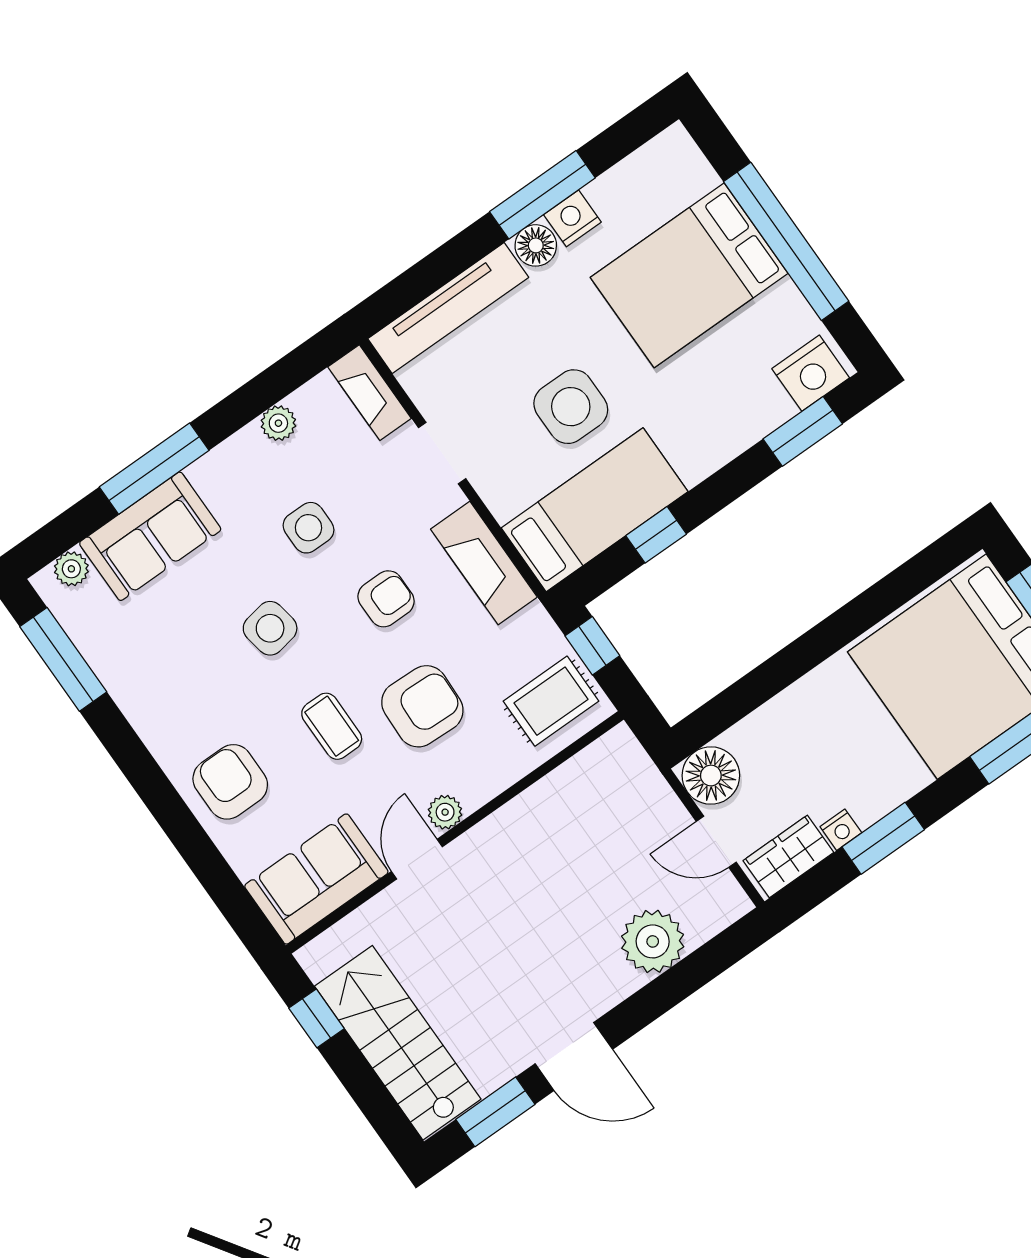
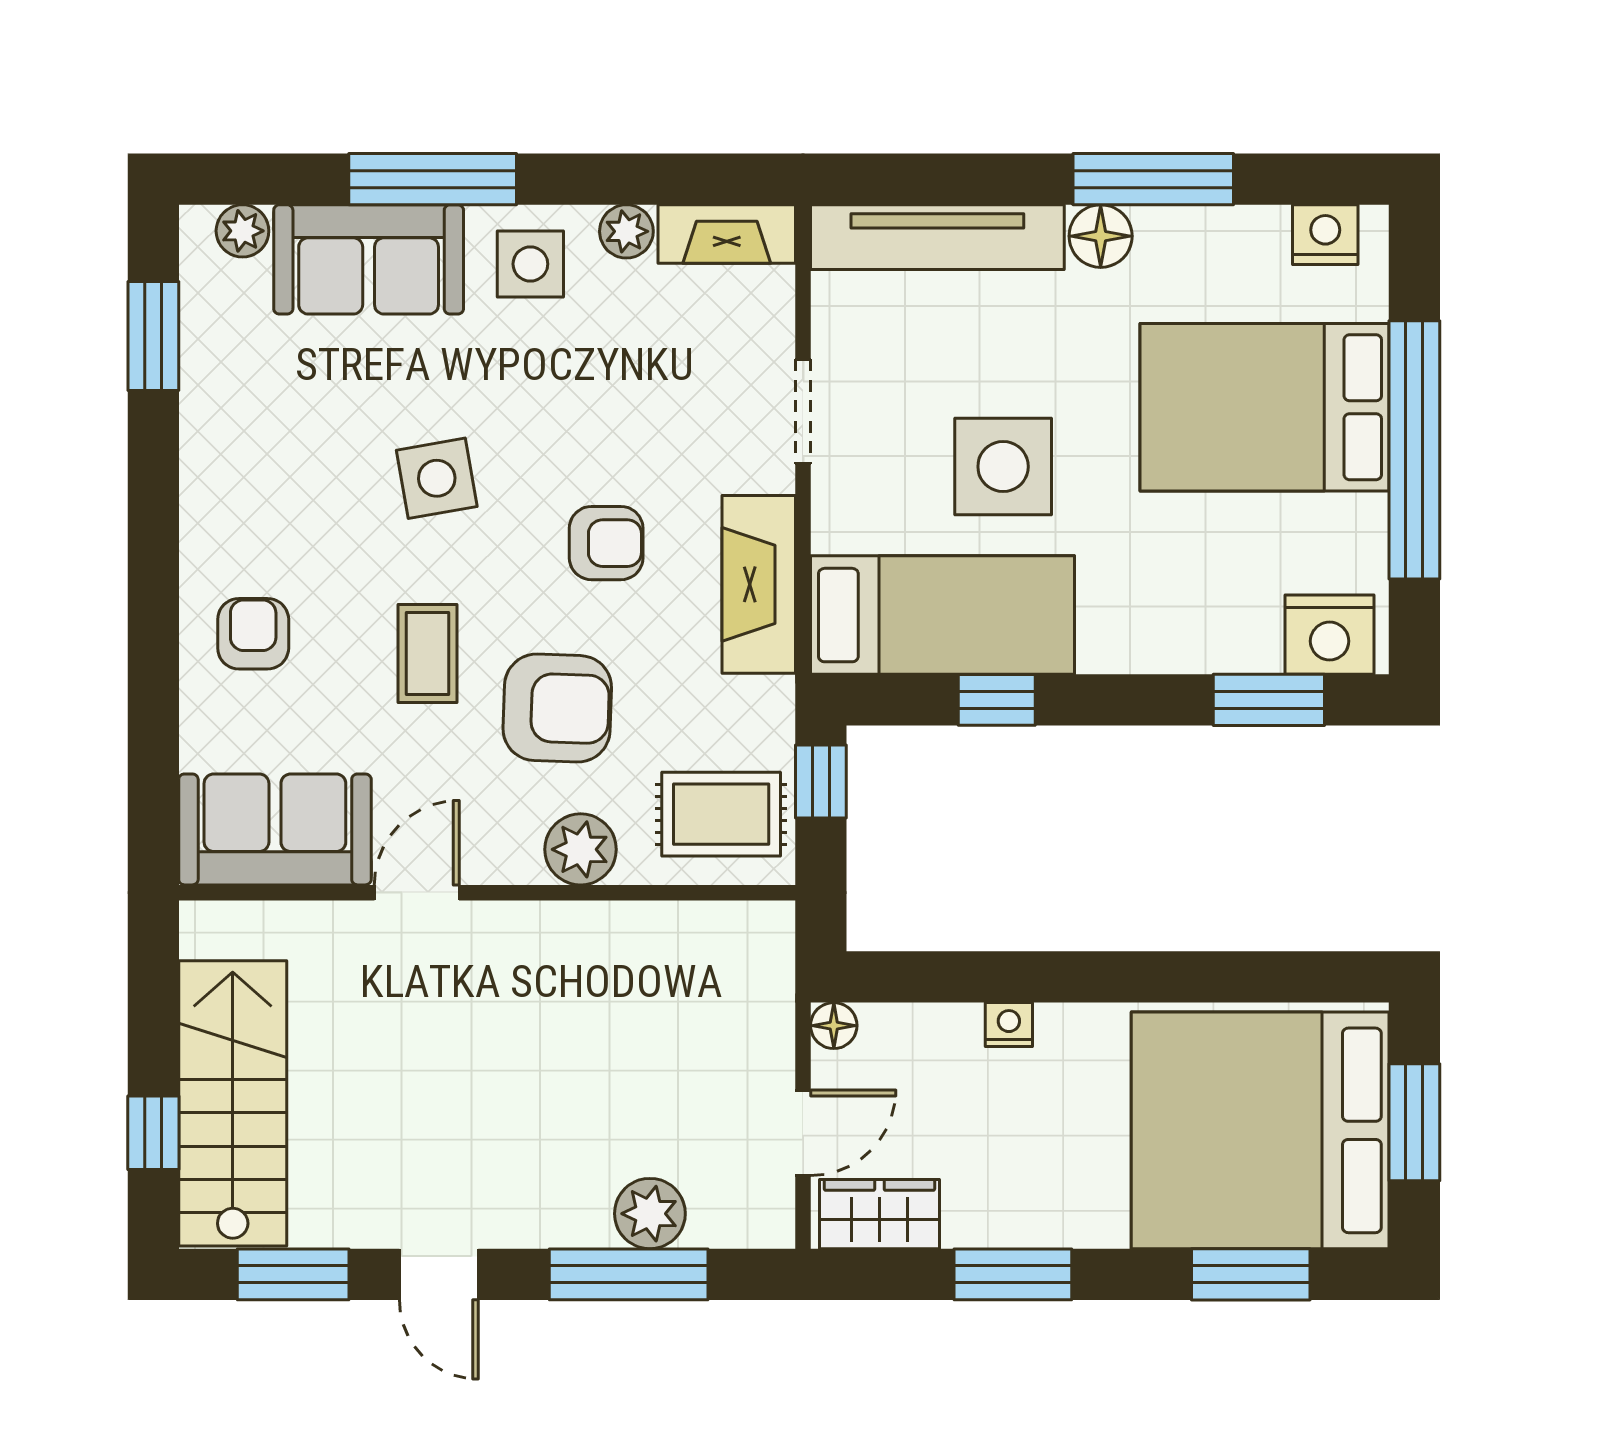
nightstand: (572, 218) -> (1325, 235), moved
fireplace: (370, 393) -> (727, 234), moved, turned -90
side table: (309, 528) -> (530, 264), moved
window: (63, 659) -> (153, 336), width x0.69
floor lamp: (711, 776) -> (834, 1026), width x0.53, depth x0.53
armchair: (230, 782) -> (253, 634), width x0.72, depth x0.72
plant: (445, 812) -> (581, 849), moved, width x1.38, depth x1.38
nightstand: (841, 830) -> (1009, 1025), moved, turned 180
door: (716, 842) -> (803, 1133), swing flipped
plant: (653, 941) -> (650, 1214), width x0.73, depth x0.73
window: (676, 984) -> (629, 1274), added
window: (317, 1018) -> (153, 1133), moved
door: (574, 1056) -> (439, 1274), width x0.73

